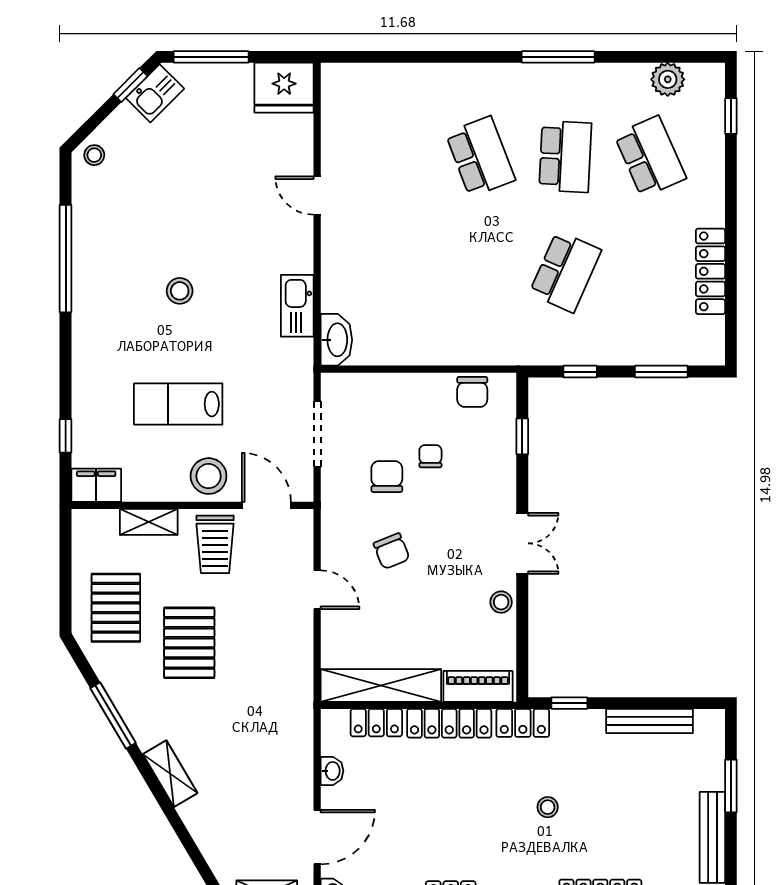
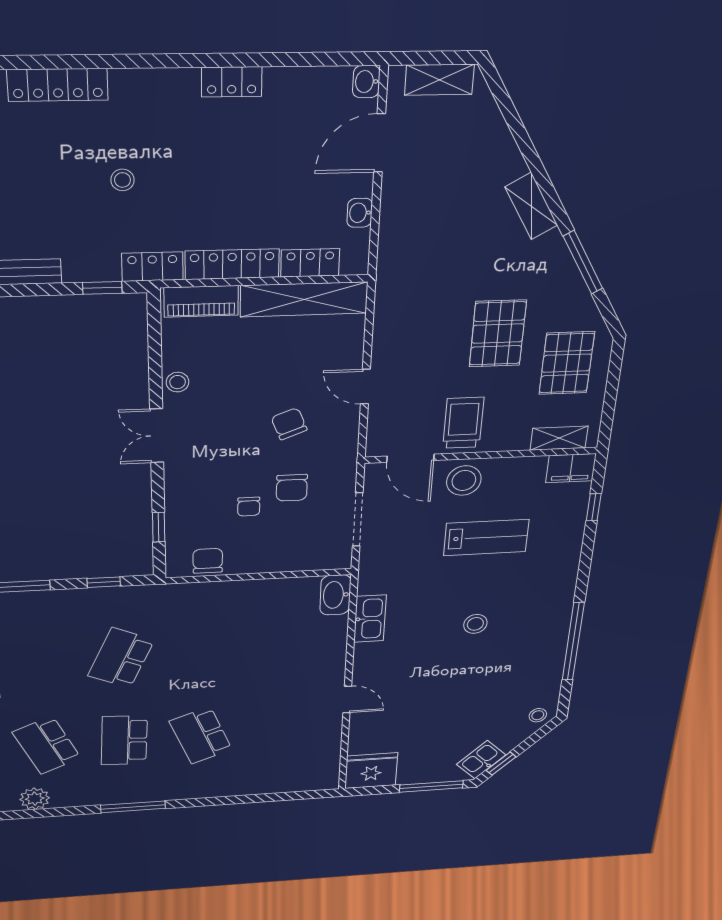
shelving: (149, 522) -> (559, 438), moved

